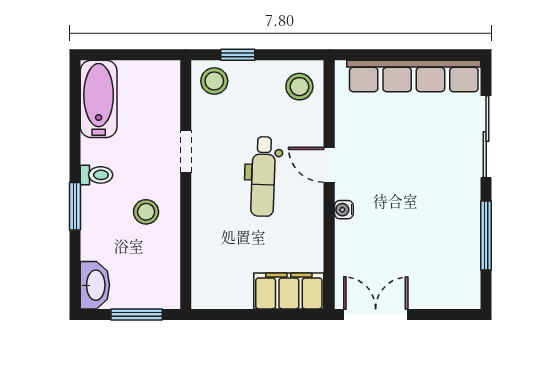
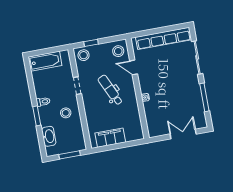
bathtub: (99, 99) -> (45, 61), moved, turned 90
door: (329, 165) -> (134, 67), moved
dental chair: (263, 176) -> (110, 90), turned 153
washbasin: (95, 285) -> (49, 136), moved
filing cabinet: (289, 291) -> (110, 138), moved
double door: (376, 314) -> (183, 134), moved

